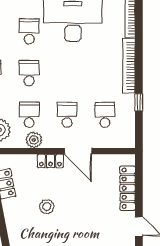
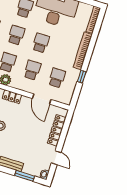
school desk: (67, 73) -> (41, 43), added
door: (78, 151) -> (42, 99), moved

